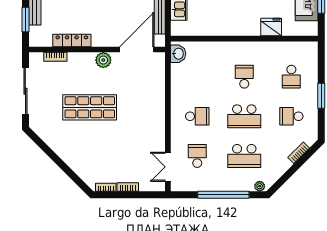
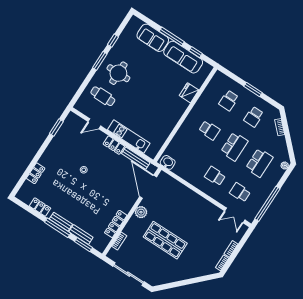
school desk: (244, 77) -> (209, 130), turned 180
school desk: (291, 77) -> (229, 101), turned 90
shop shelf: (90, 107) -> (165, 240), turned 90
school desk: (197, 116) -> (215, 176), turned -90
window: (223, 195) -> (267, 204), moved

